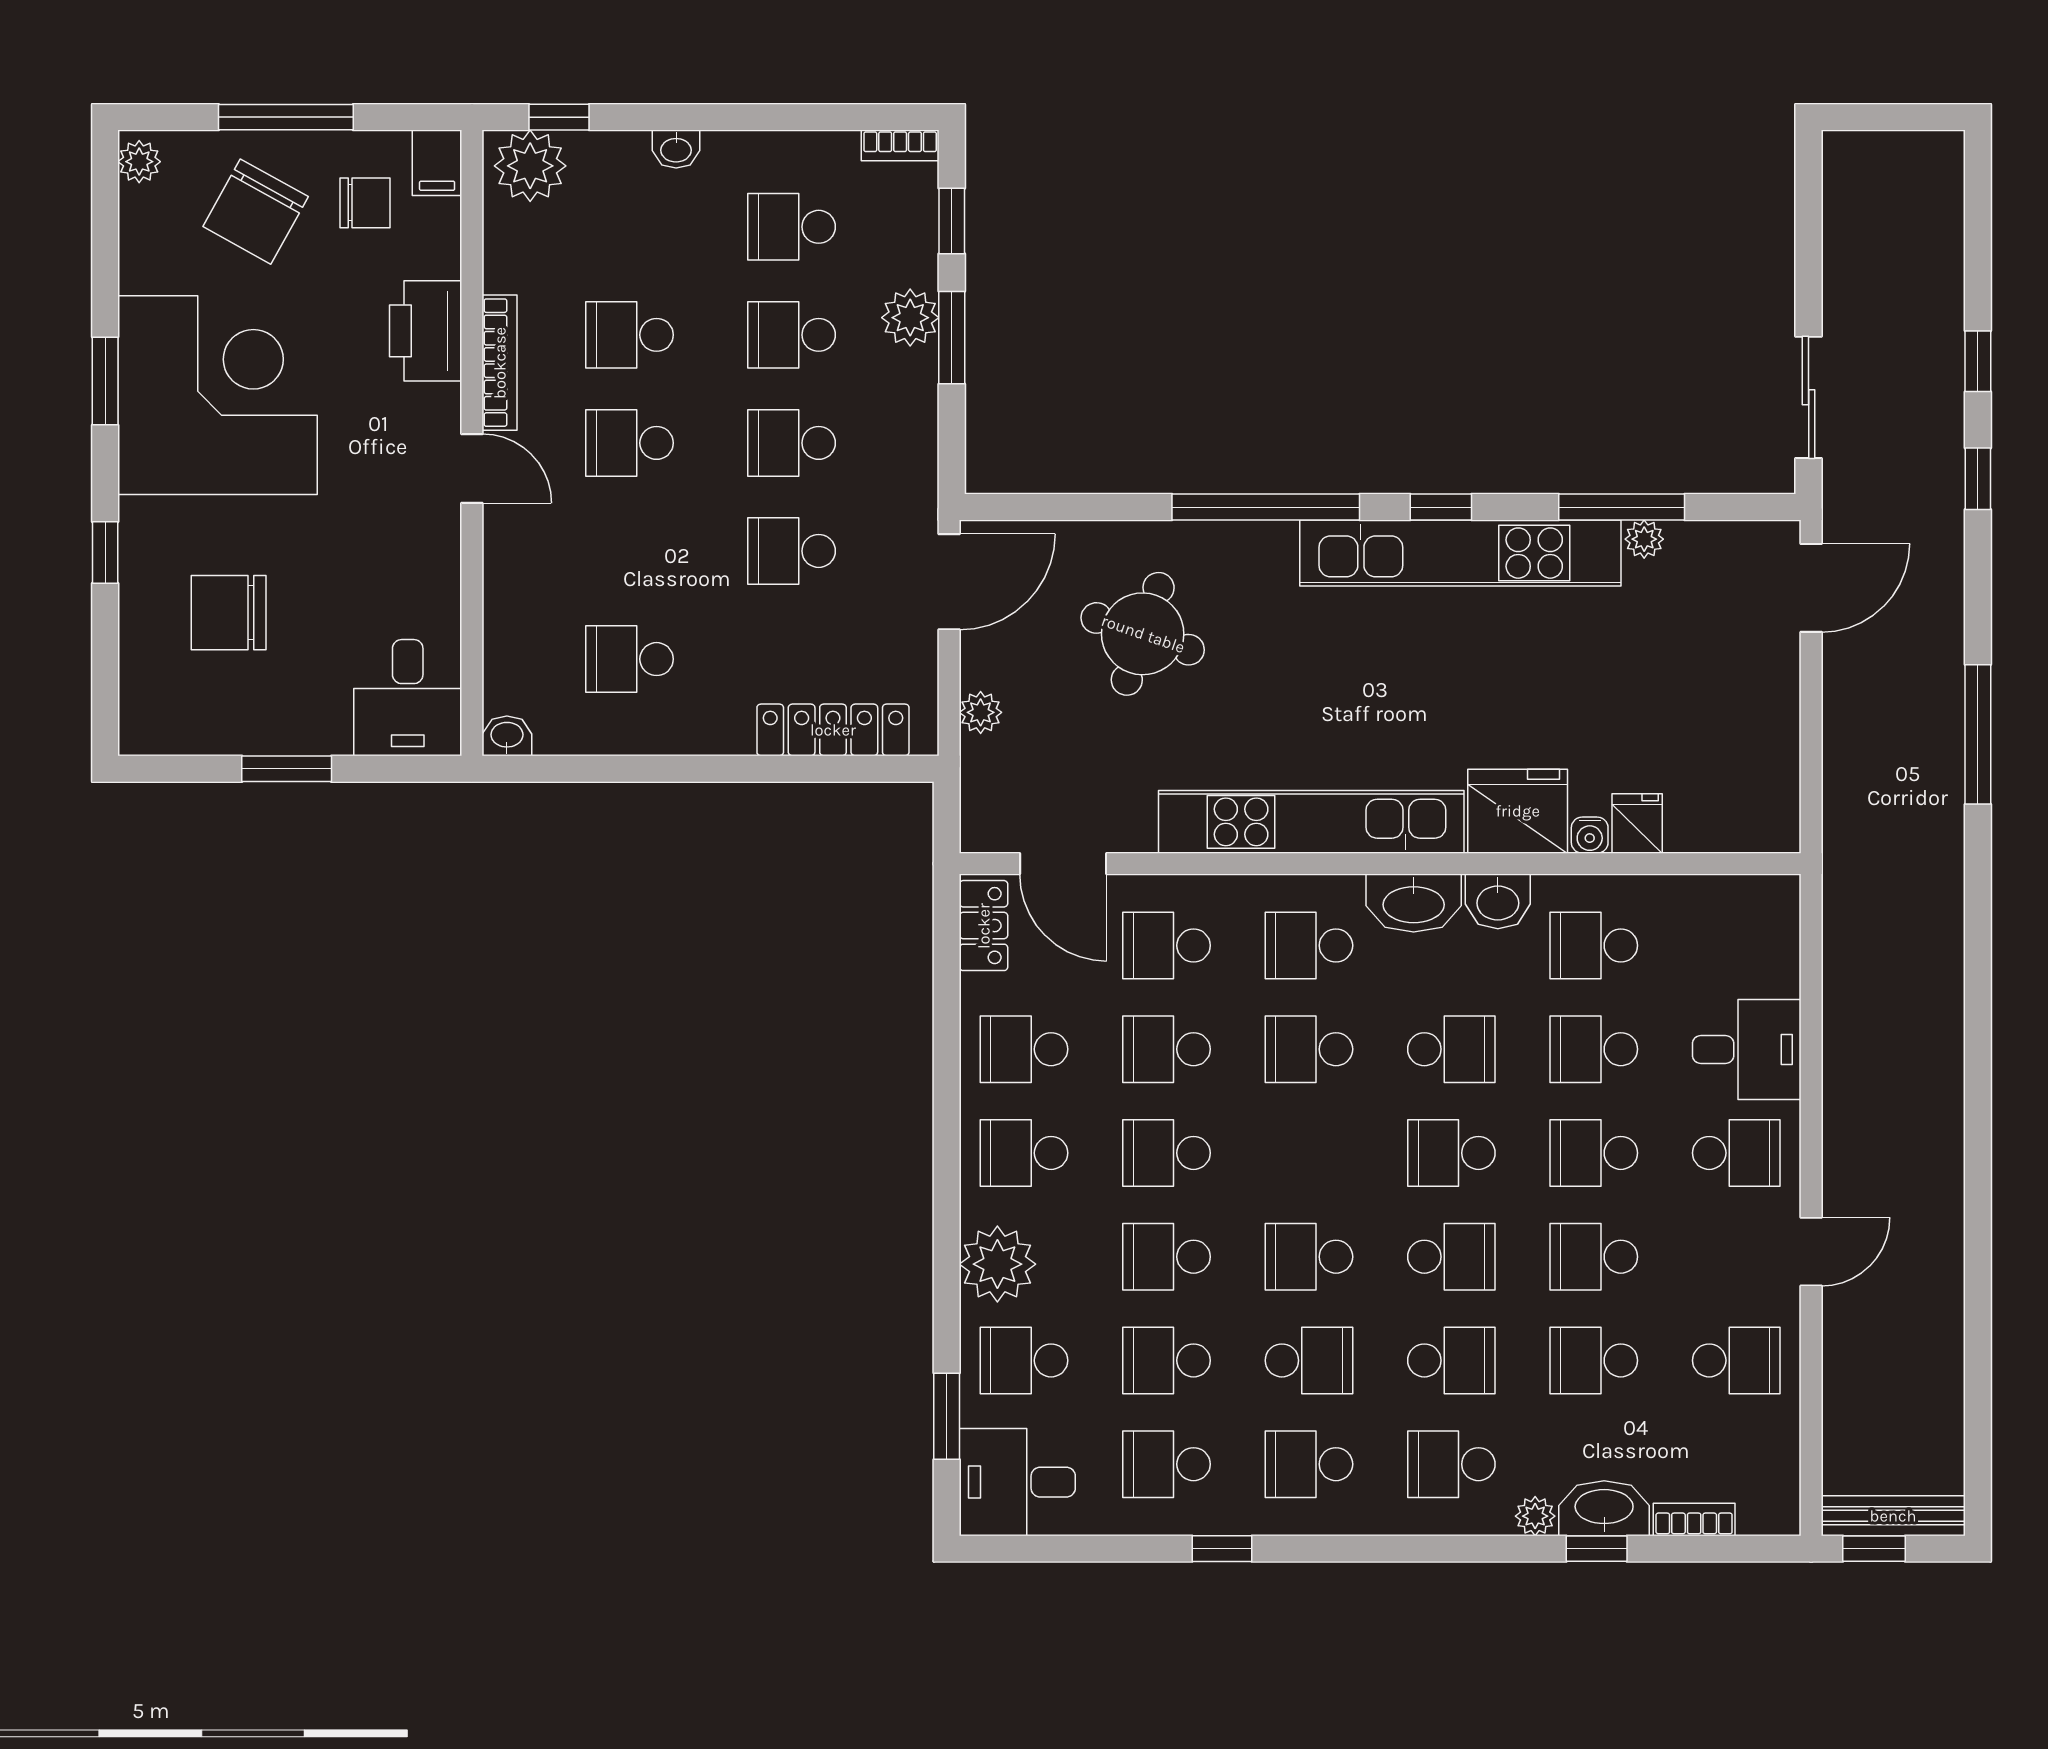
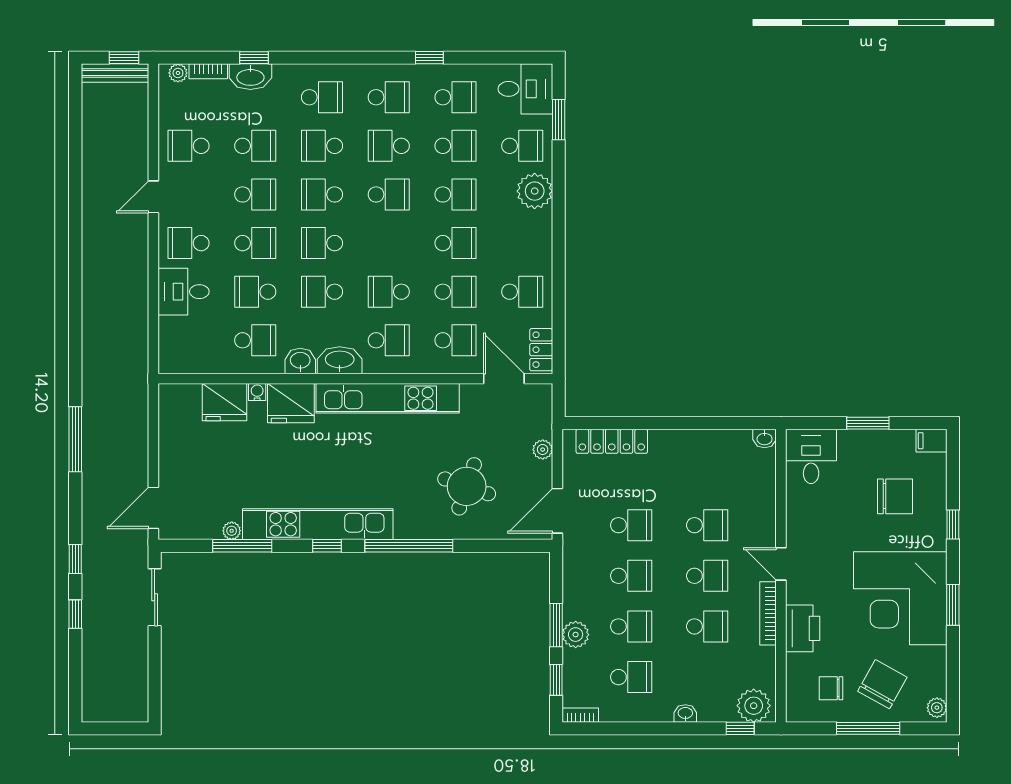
filing cabinet: (437, 163) -> (931, 441), moved, turned -90
school desk: (630, 659) -> (707, 525), moved
fridge: (1637, 824) -> (225, 402), width x1.88, depth x1.34
school desk: (1309, 1049) -> (389, 292), turned 180
school desk: (1594, 1049) -> (255, 292), turned 180
school desk: (1024, 1153) -> (522, 243), removed
school desk: (1451, 1153) -> (322, 243), turned 180
plant: (1535, 1516) -> (178, 73), moved

